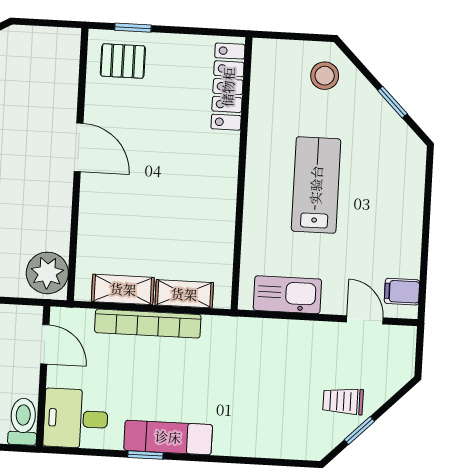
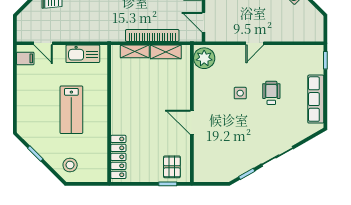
pallet: (123, 61) -> (172, 167), turned 90

